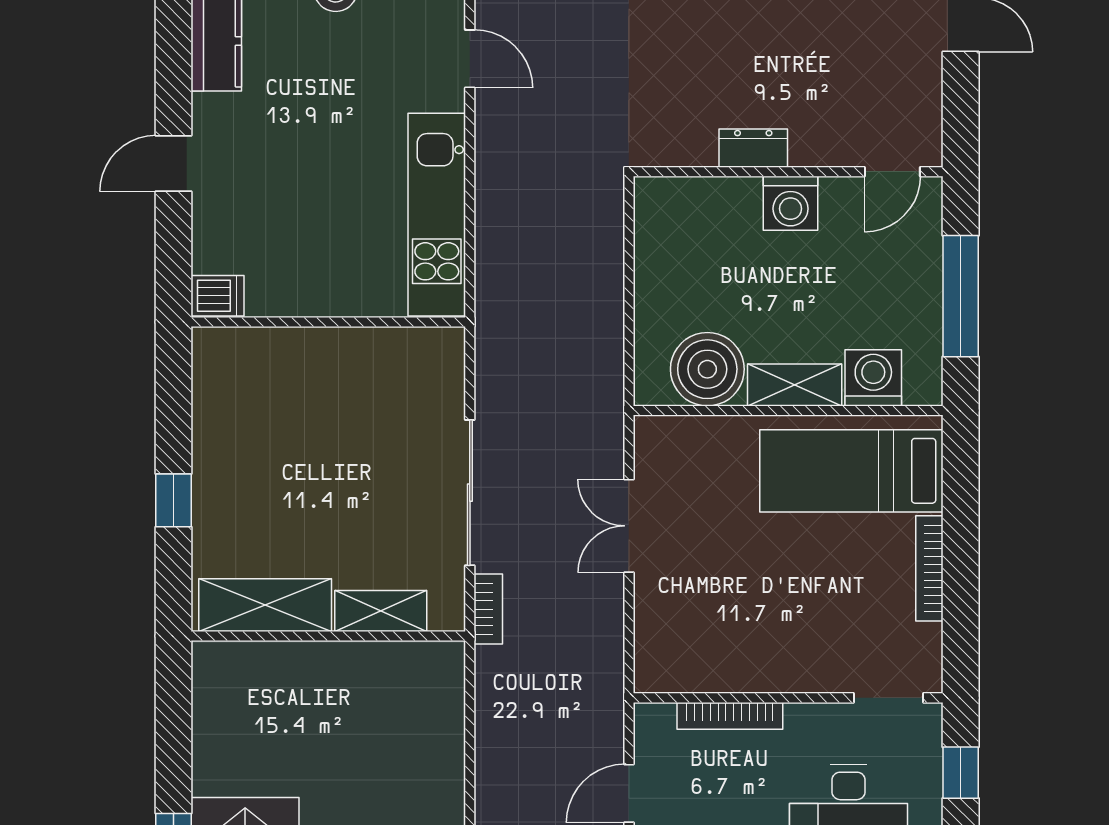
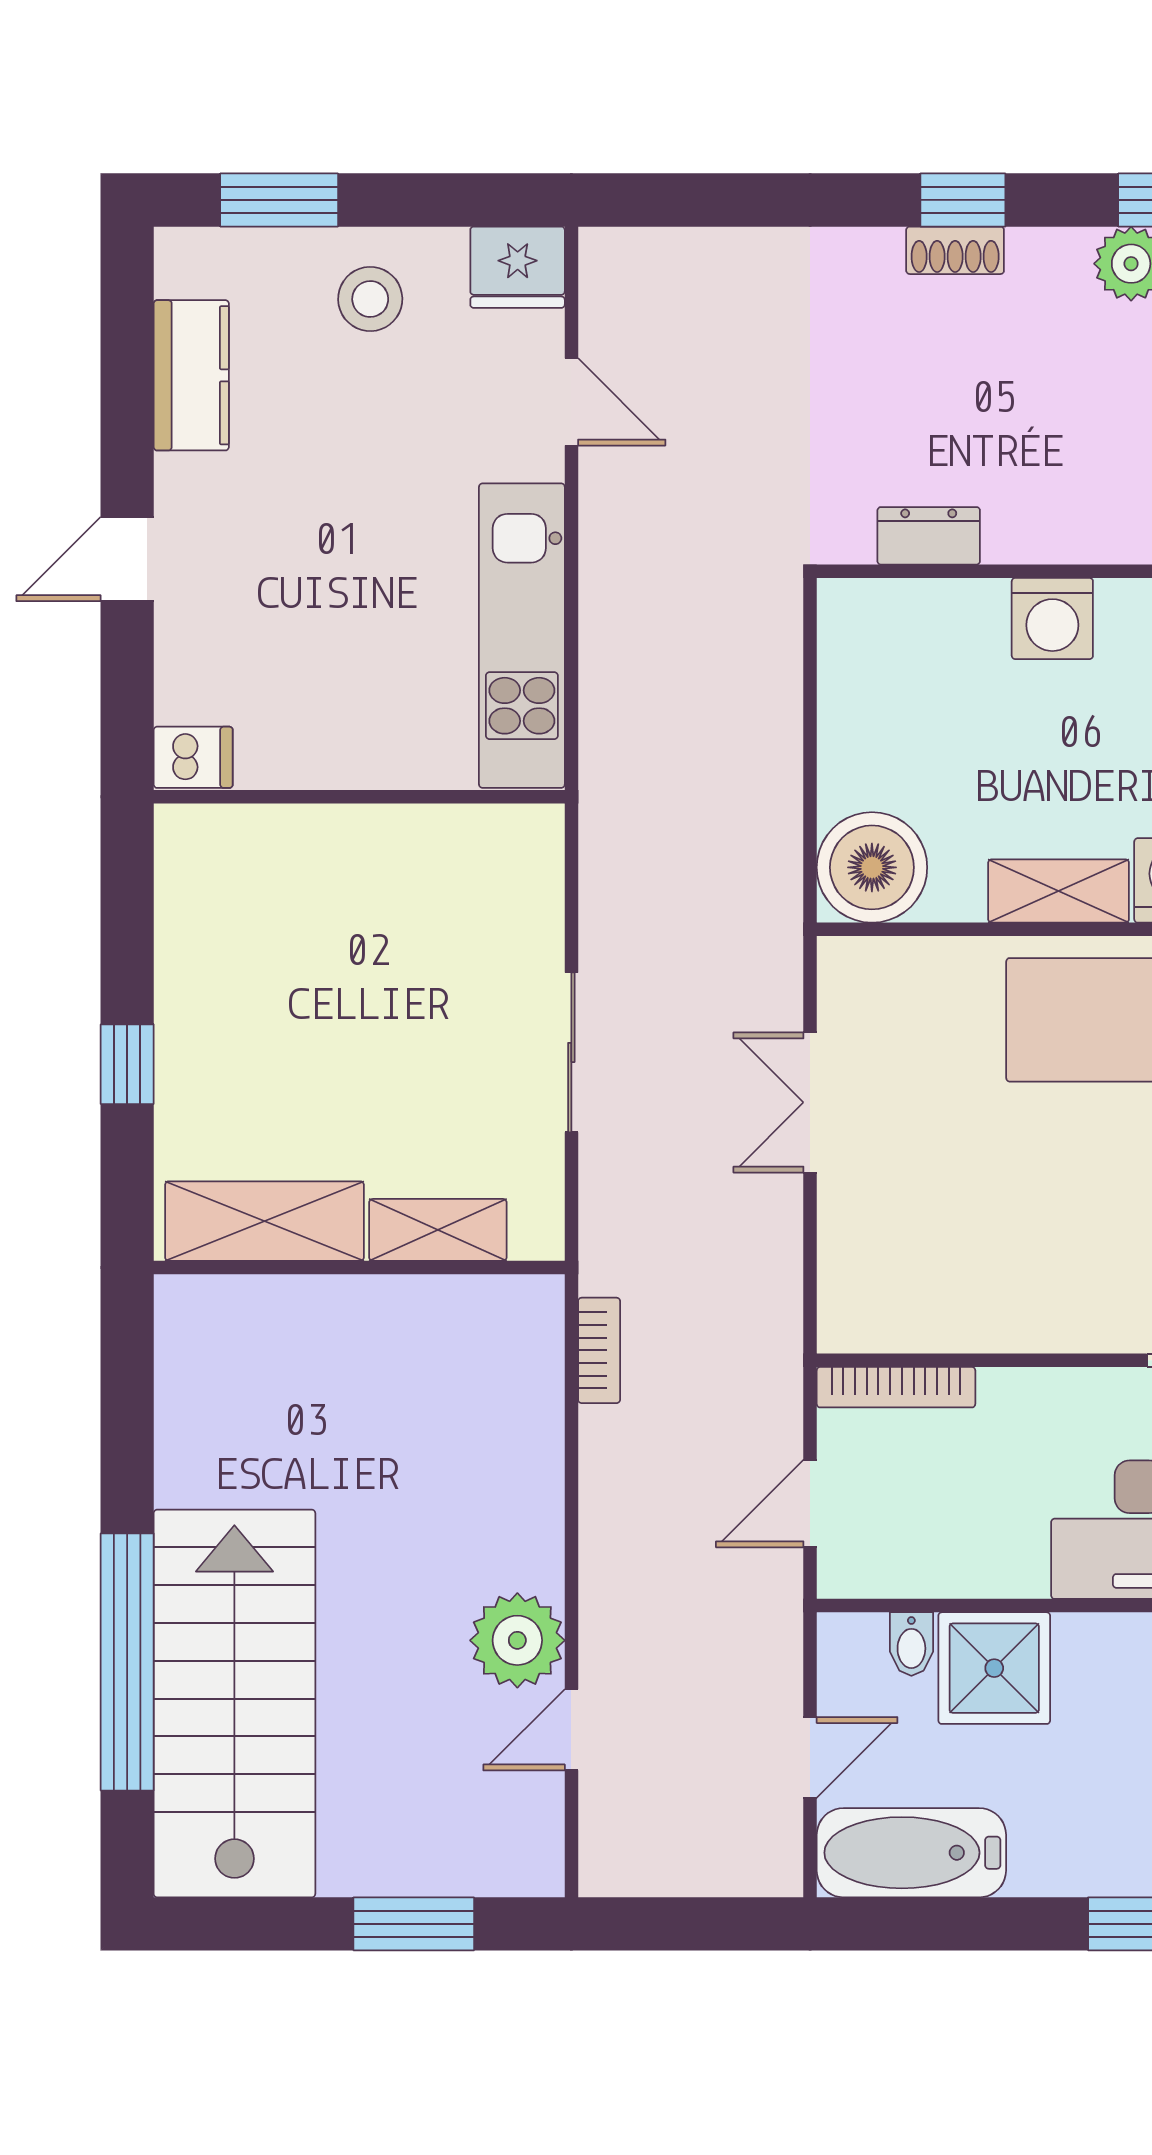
dresser: (753, 148) -> (929, 536), moved
boiler: (707, 369) -> (872, 867), moved
sliding door: (470, 493) -> (571, 1052), width x0.73
bookcase: (488, 609) -> (599, 1350), moved
bookcase: (730, 716) -> (896, 1387), moved

